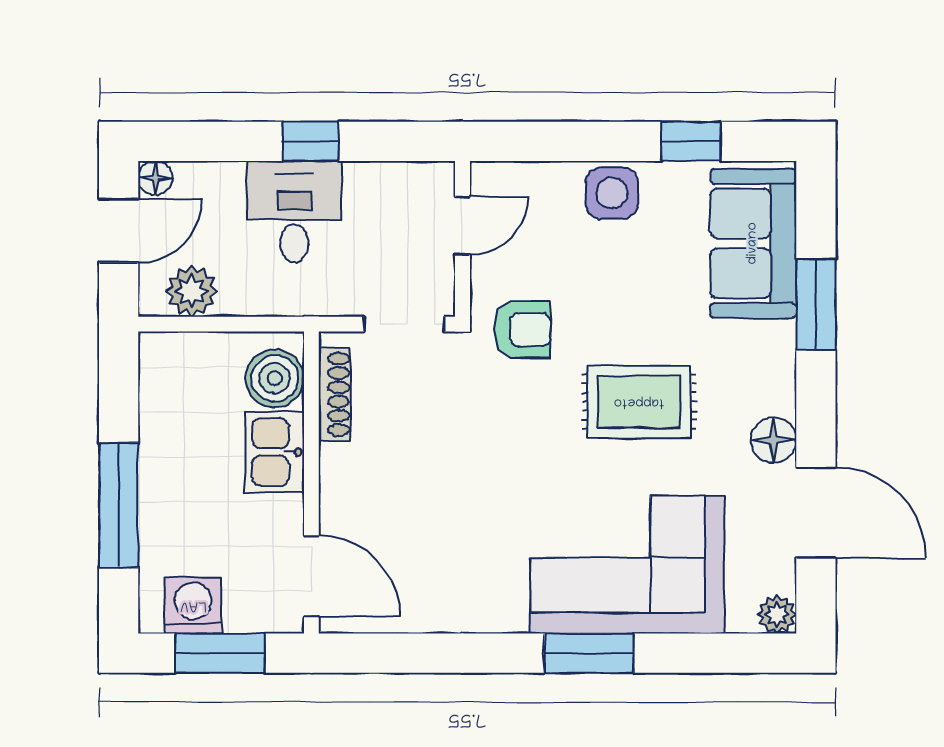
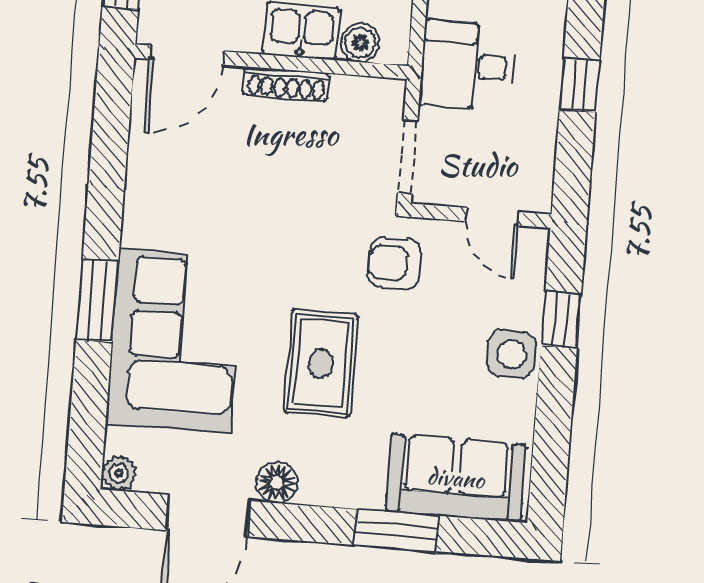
window: (691, 141) -> (561, 320), moved
desk: (294, 212) -> (468, 66), moved, turned 180
armchair: (522, 330) -> (395, 263), turned 90
boiler: (275, 378) -> (360, 43), width x0.73, depth x0.73
shoe rack: (334, 394) -> (286, 84), moved

